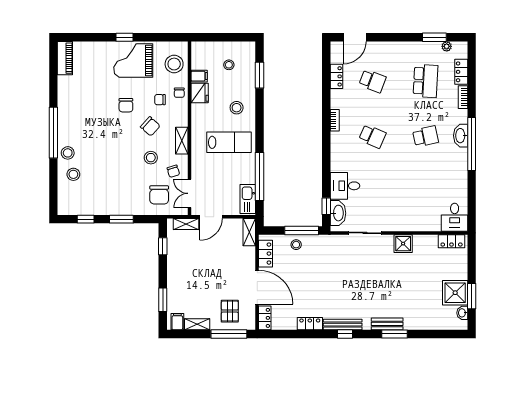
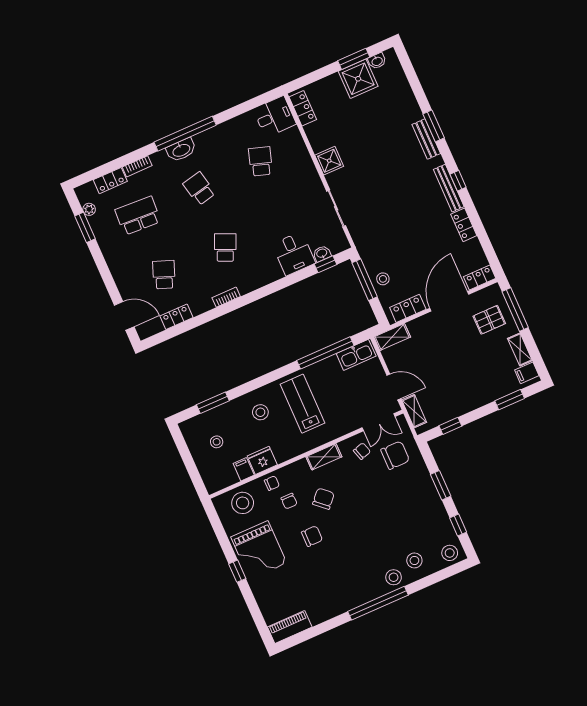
stool: (151, 158) -> (450, 553), moved
school desk: (426, 192) -> (261, 161), added
washbasin: (338, 213) -> (322, 253), width x0.52, depth x0.69

